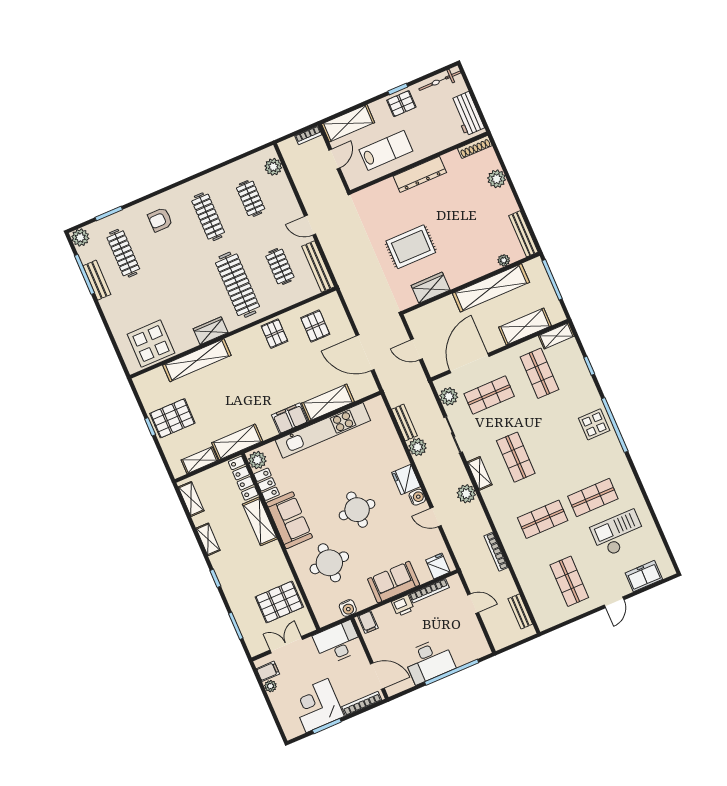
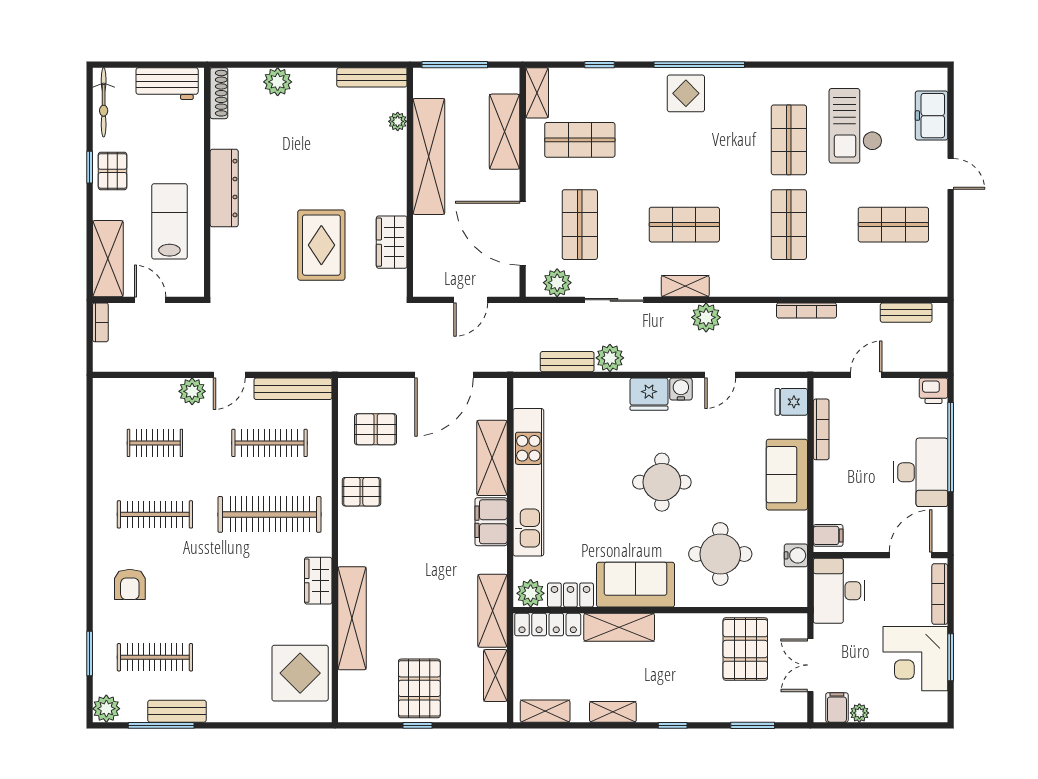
plant: (273, 167) -> (192, 391), moved
clothes rail: (280, 267) -> (270, 443), width x1.36
printer: (403, 606) -> (933, 391), moved, turned 90

